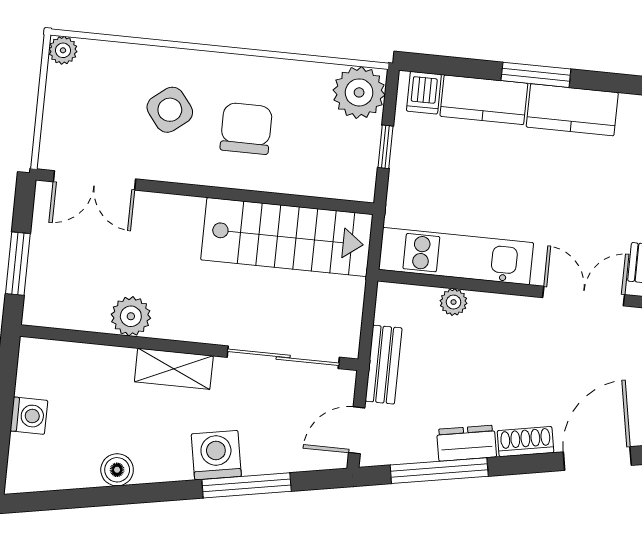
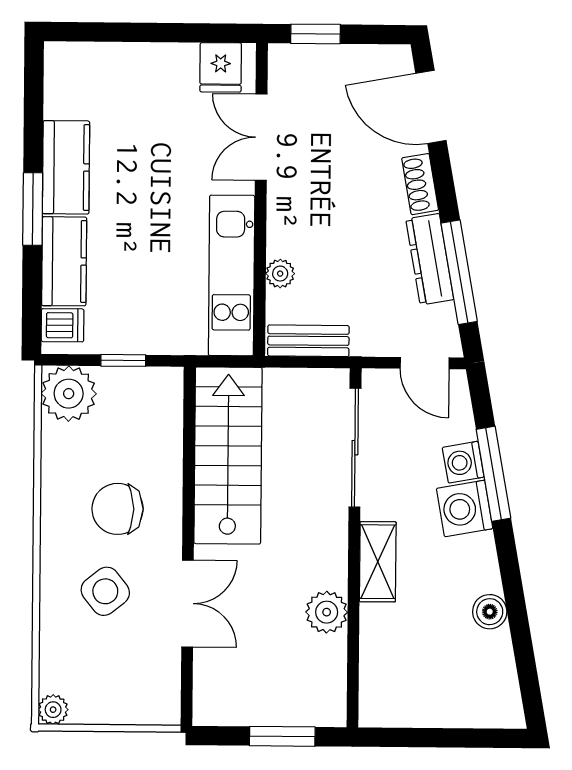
double door: (95, 180) -> (188, 604), moved
bench: (384, 365) -> (308, 341), moved
washing machine: (29, 416) -> (463, 462), moved, turned -100
dresser: (467, 443) -> (430, 259), width x1.44

